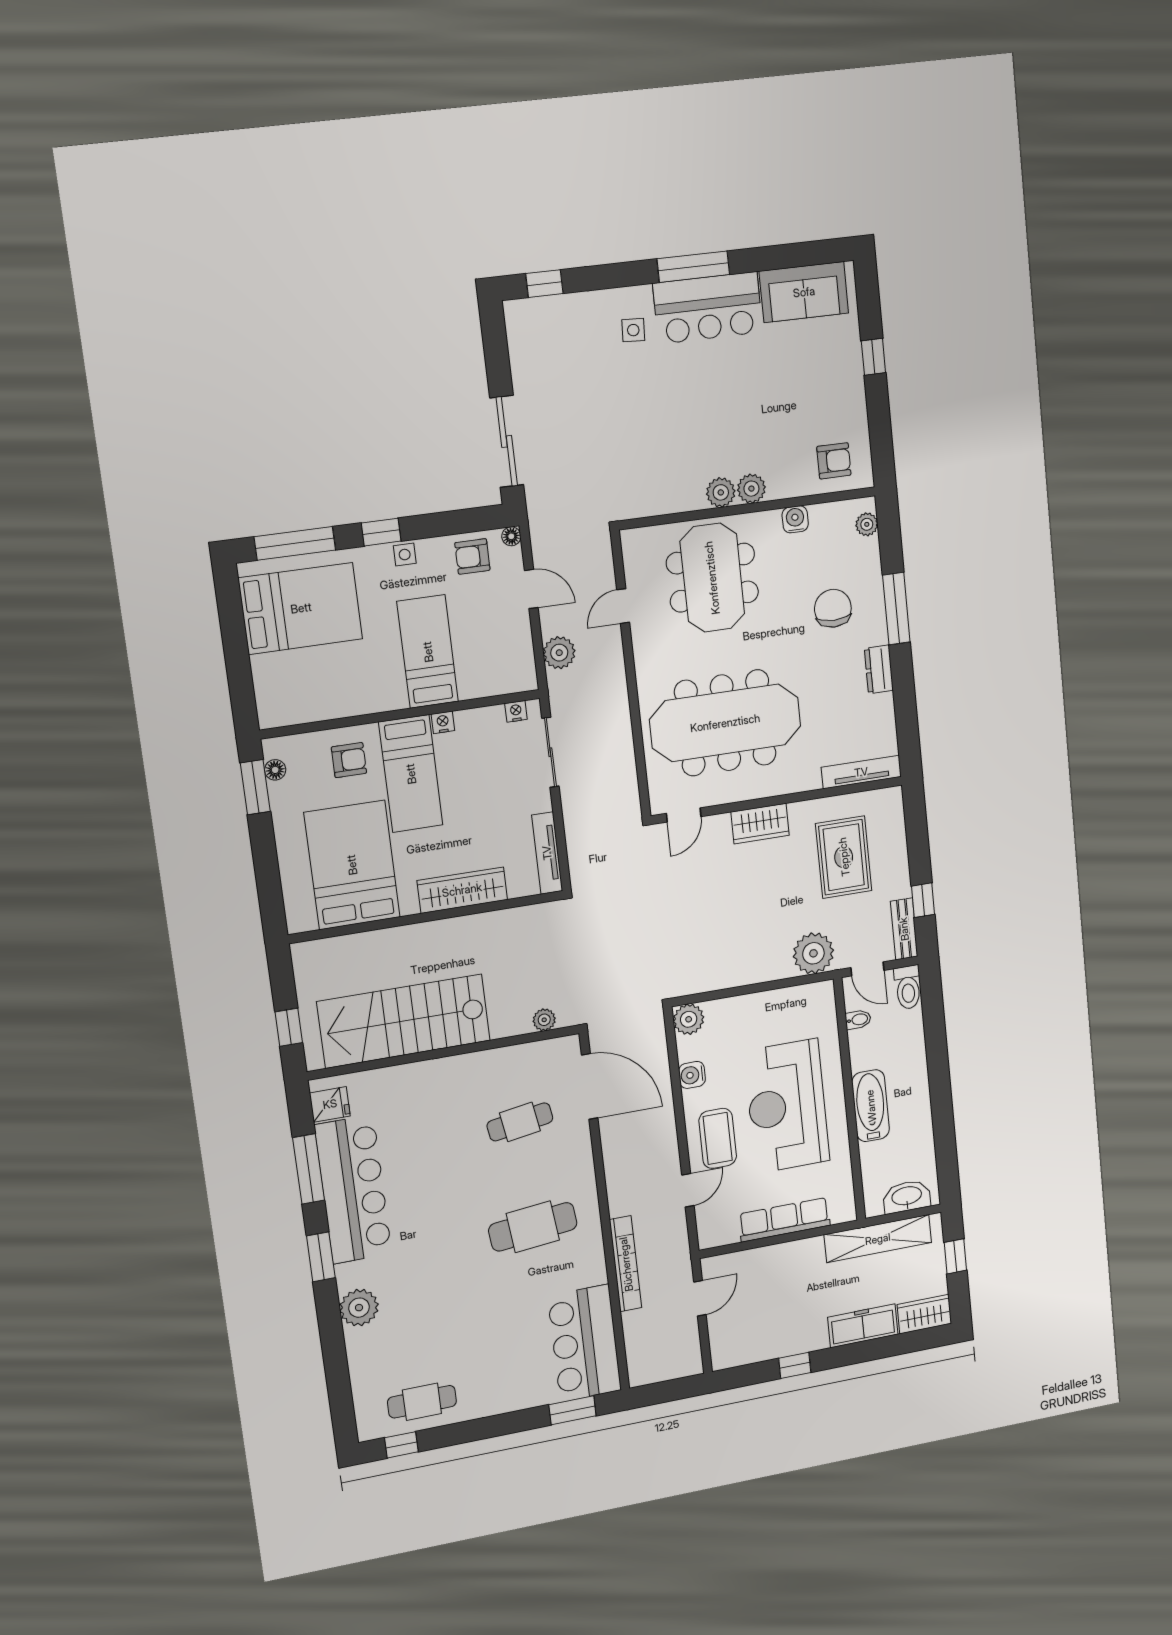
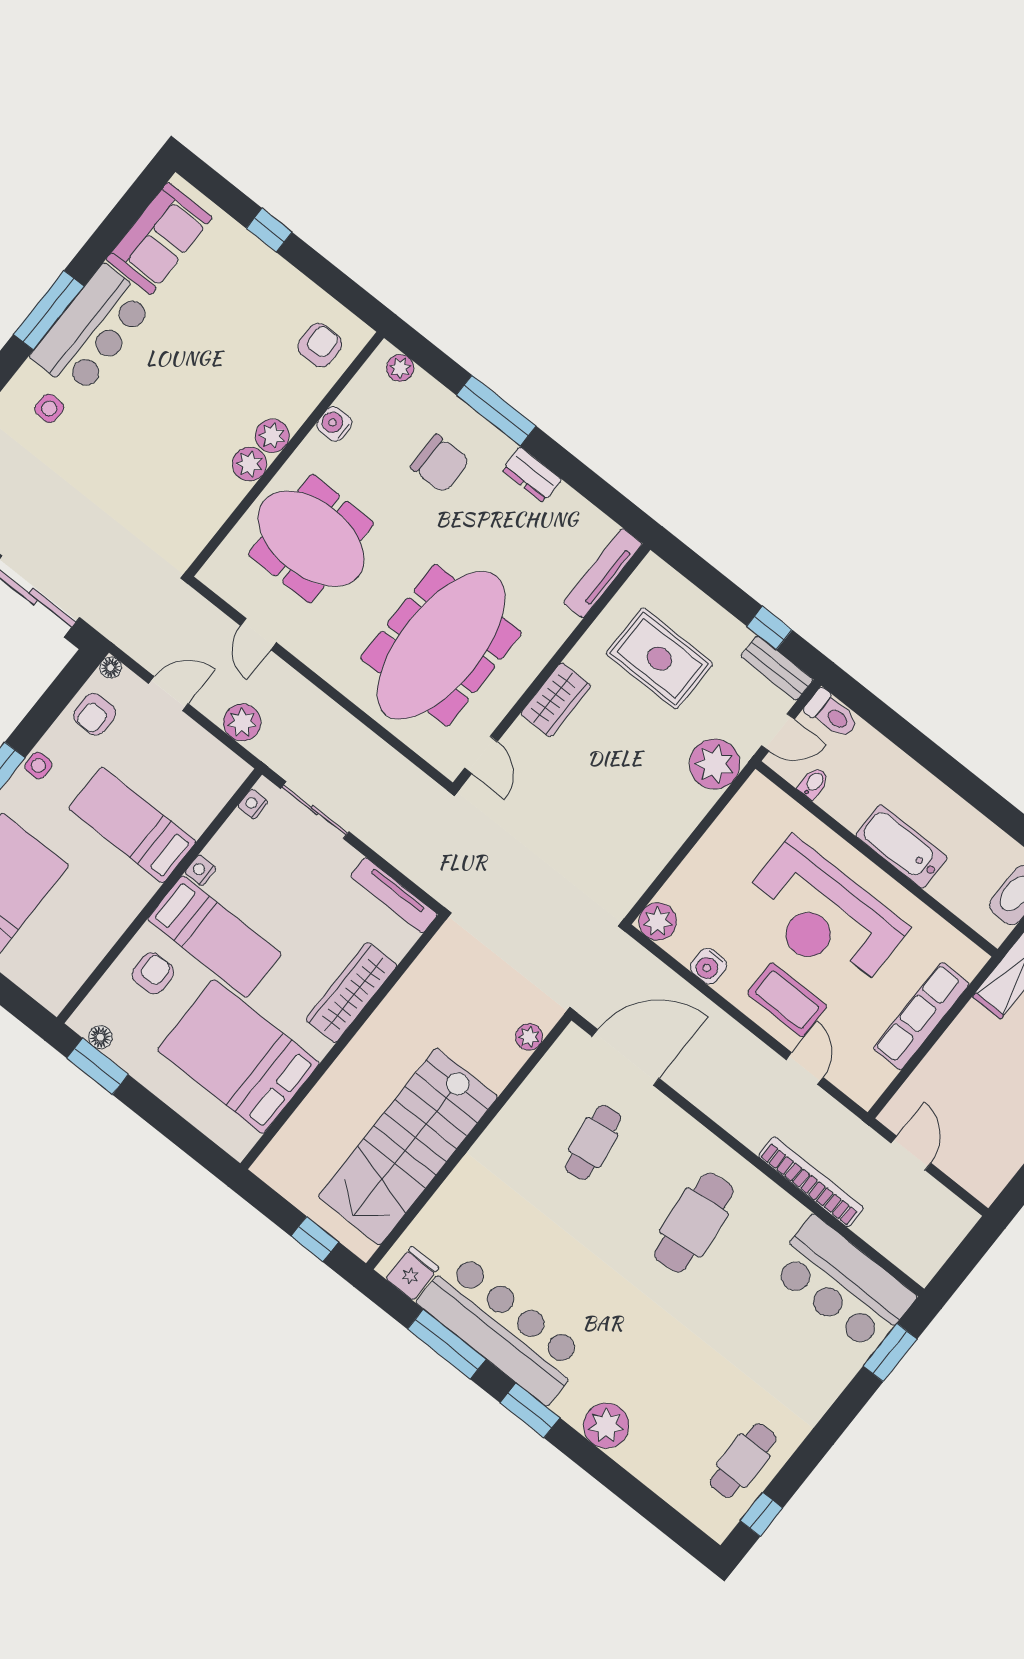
chair: (833, 608) -> (440, 464), turned 180

